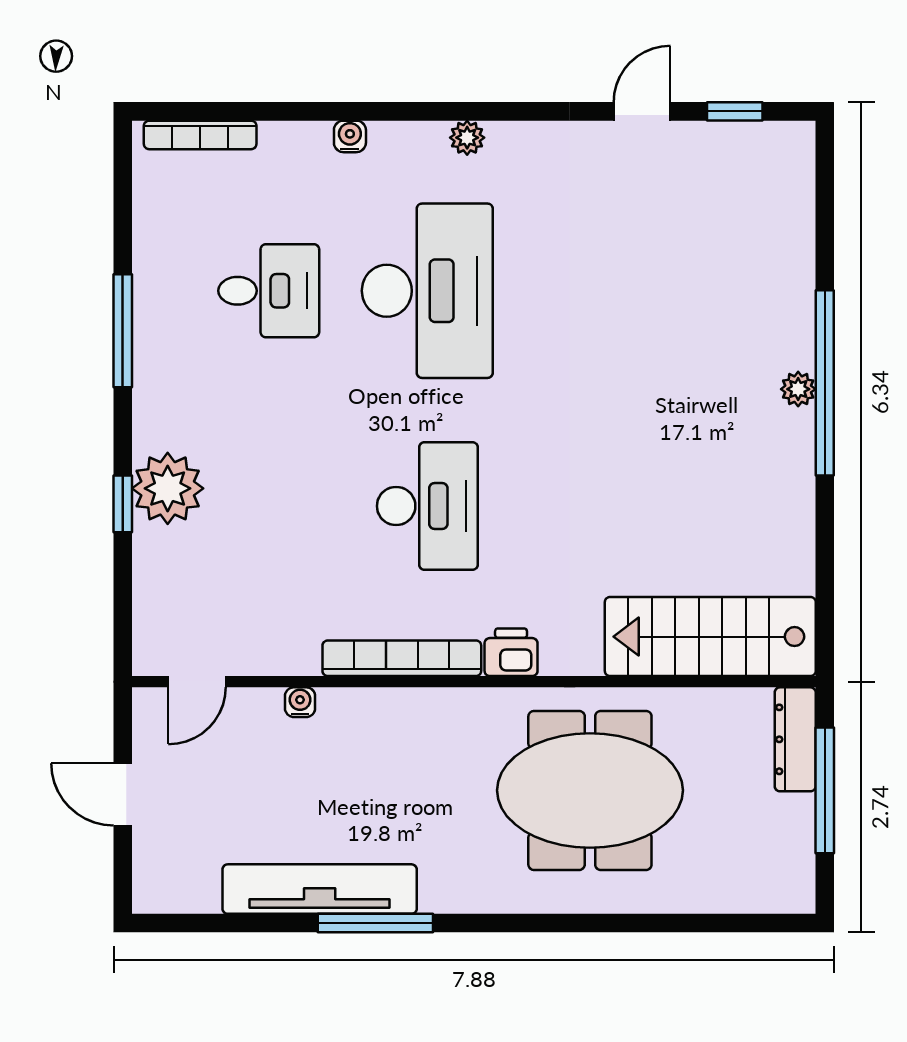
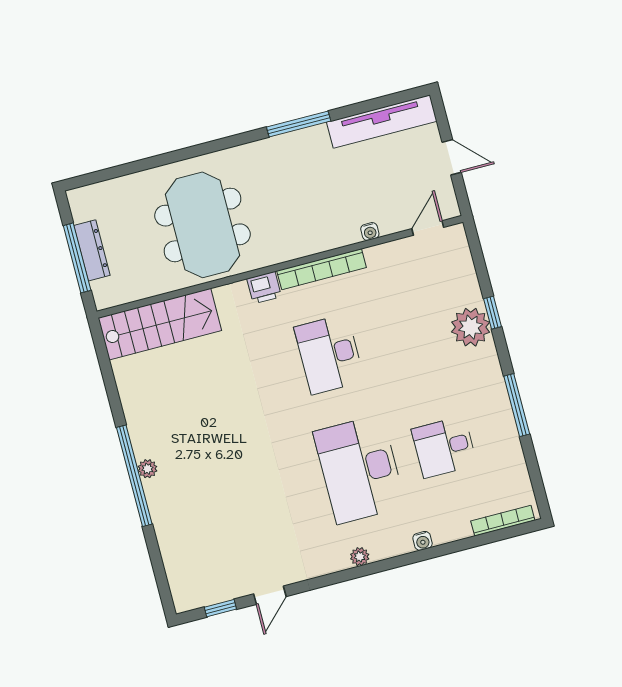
dresser: (795, 739) -> (92, 250), moved
meeting table: (590, 790) -> (203, 225), turned 90
tv unit: (320, 889) -> (382, 122), moved

